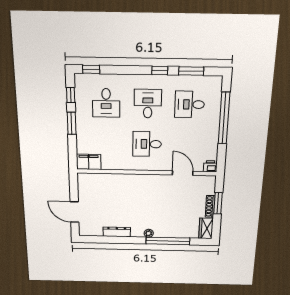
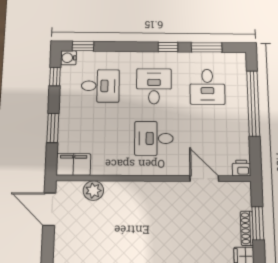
water cooler: (80, 79) -> (68, 58), added
desk: (106, 103) -> (100, 86), turned -90
desk: (190, 104) -> (207, 87), turned -90
window: (72, 123) -> (53, 128), moved
plant: (104, 180) -> (93, 191), added
door: (75, 212) -> (49, 209), moved

